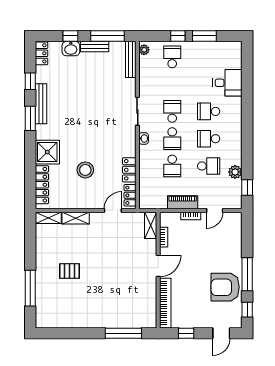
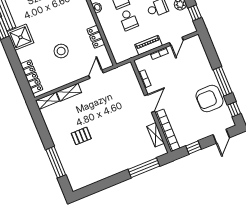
shower: (47, 152) -> (20, 37), moved
locker: (130, 195) -> (105, 57), removed
shelving: (151, 225) -> (156, 135), moved

